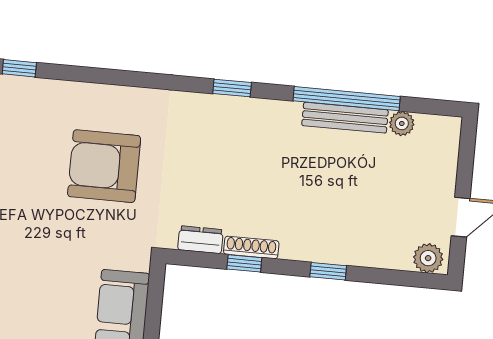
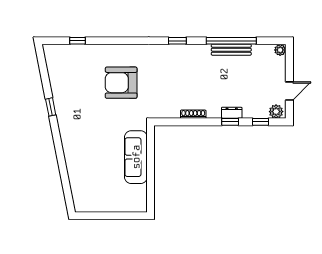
plant: (402, 123) -> (280, 50), moved
dresser: (201, 240) -> (232, 113), moved
window: (244, 263) -> (261, 122), moved

